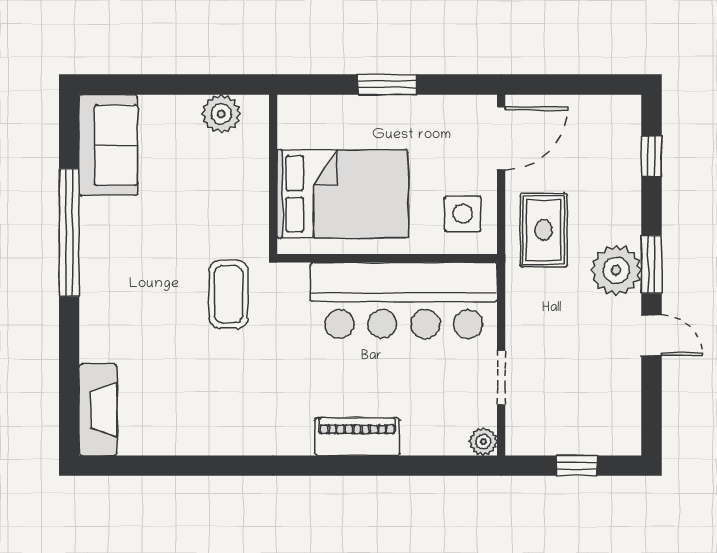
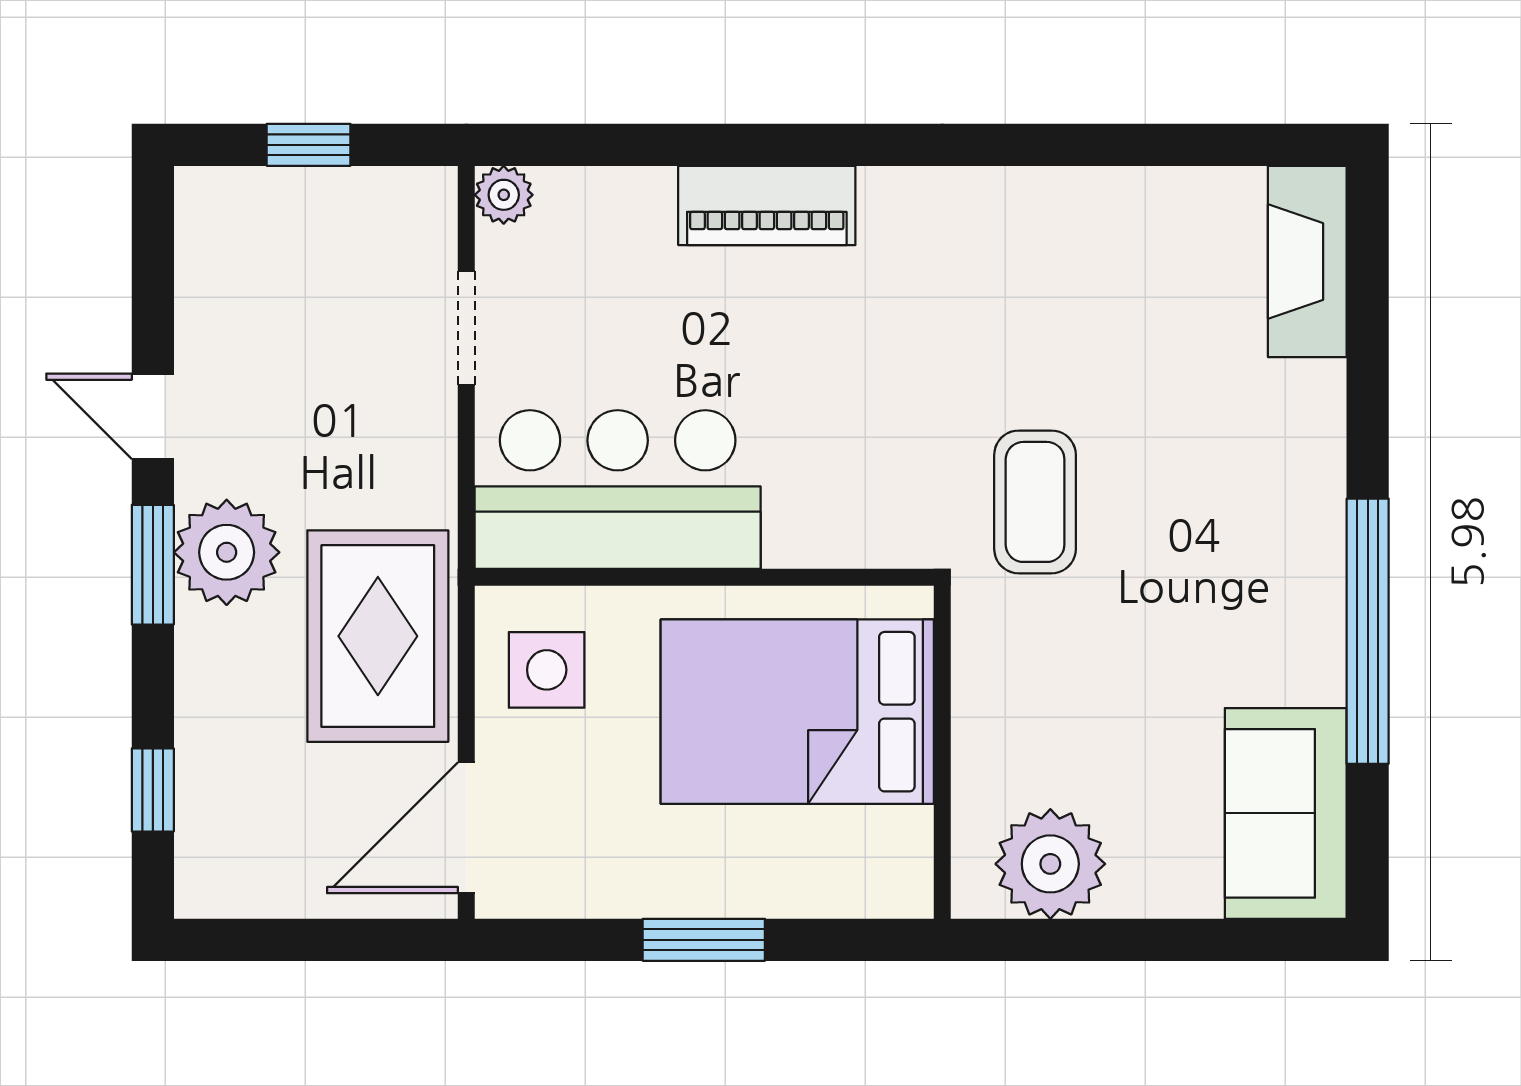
plant: (221, 114) -> (1050, 864), width x1.36, depth x1.36
rug: (544, 230) -> (378, 636), width x1.36, depth x1.43
bar counter: (404, 300) -> (618, 490), width x0.73

